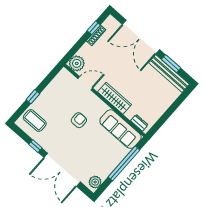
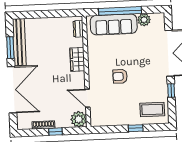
window: (94, 28) -> (55, 132), moved
wardrobe: (115, 98) -> (77, 59), width x0.67
coffee table: (35, 121) -> (152, 110), turned 90
sofa: (121, 129) -> (114, 24), moved, turned 90
plant: (95, 182) -> (144, 20), moved

